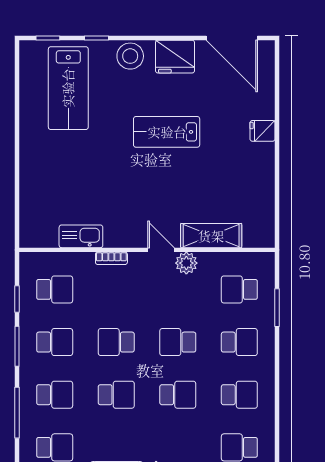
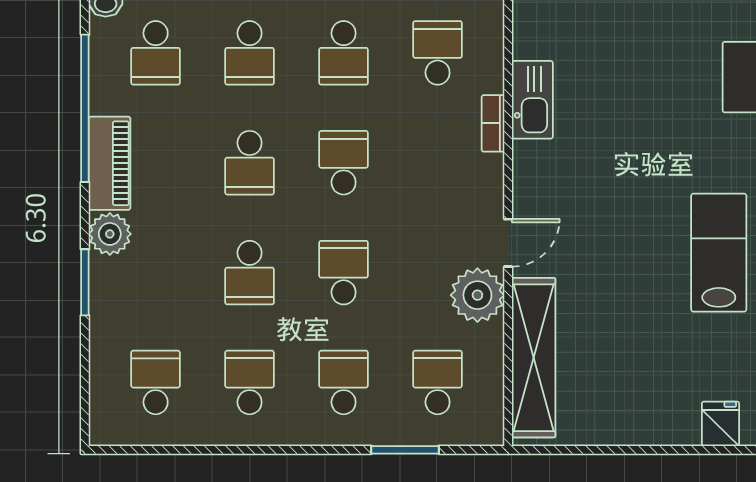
shelving: (211, 236) -> (534, 358), width x1.47
bookcase: (111, 258) -> (493, 123), moved
plant: (186, 263) -> (477, 295), width x1.36, depth x1.36
school desk: (55, 289) -> (438, 53), turned 180
school desk: (239, 342) -> (344, 382), turned 180
school desk: (239, 395) -> (250, 382), turned 180

